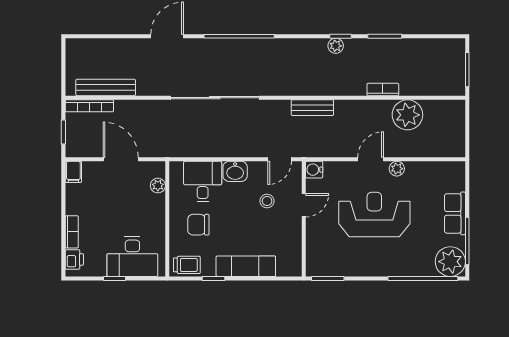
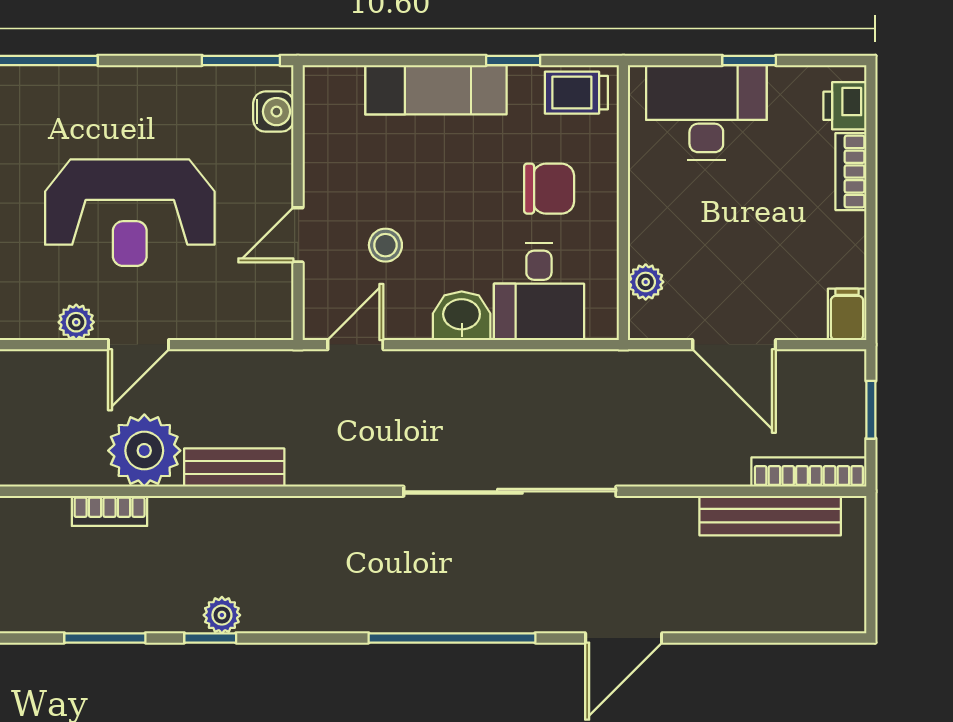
bench: (312, 108) -> (234, 468), moved
plant: (407, 115) -> (144, 451), moved
water cooler: (314, 170) -> (273, 112), moved

